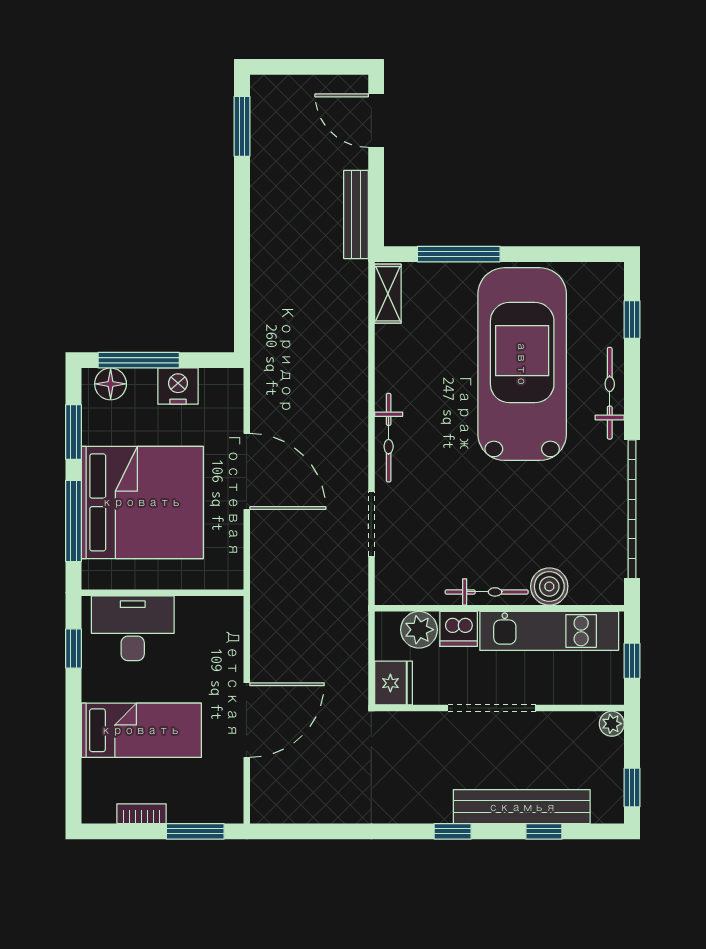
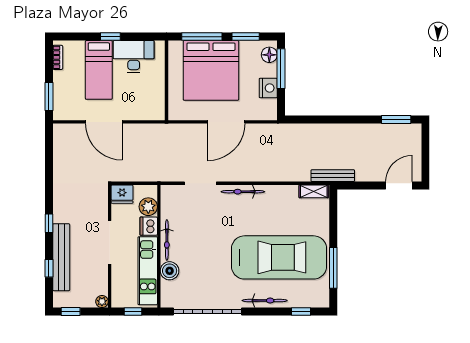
bench: (356, 215) -> (333, 176), moved
window: (459, 254) -> (333, 268), moved
desk: (133, 628) -> (134, 56), moved, turned -90
window: (73, 649) -> (110, 37), moved
bookcase: (142, 814) -> (58, 57), moved

